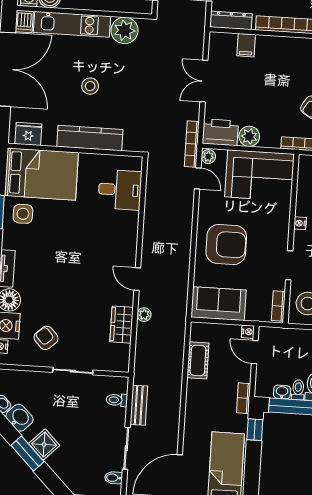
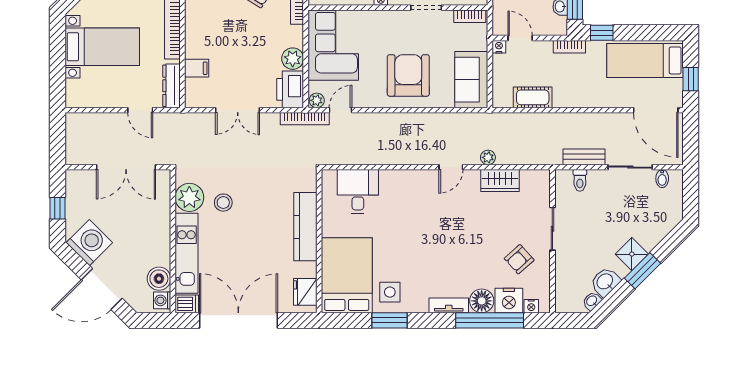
stool: (90, 86) -> (223, 203), moved
door: (255, 352) -> (520, 38), swing flipped

